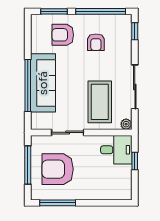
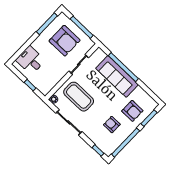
armchair: (63, 35) -> (132, 111), turned 90
desk: (116, 150) -> (30, 60), moved, turned 90
armchair: (58, 169) -> (65, 41), turned 90

